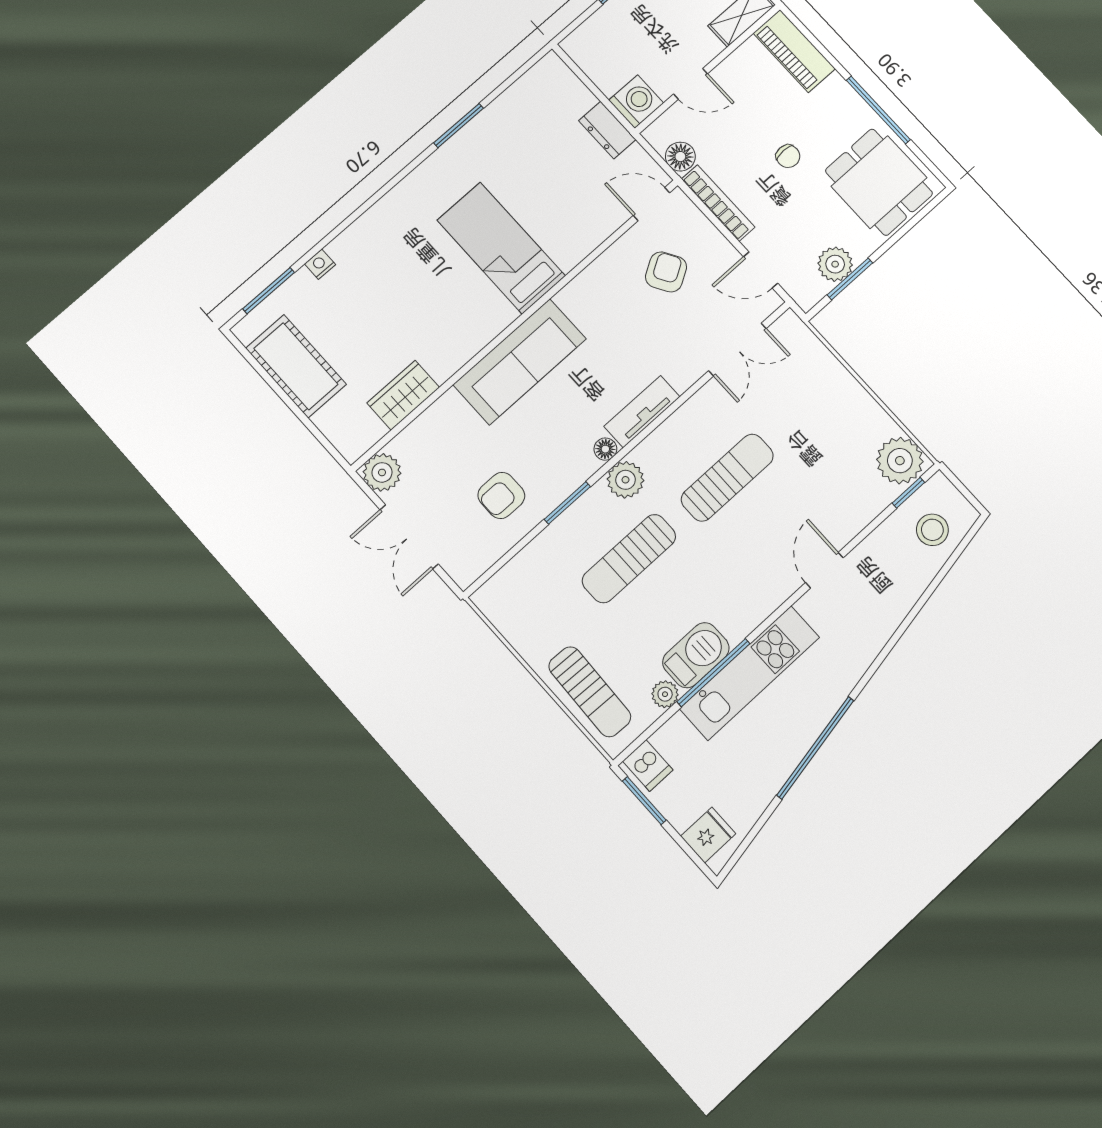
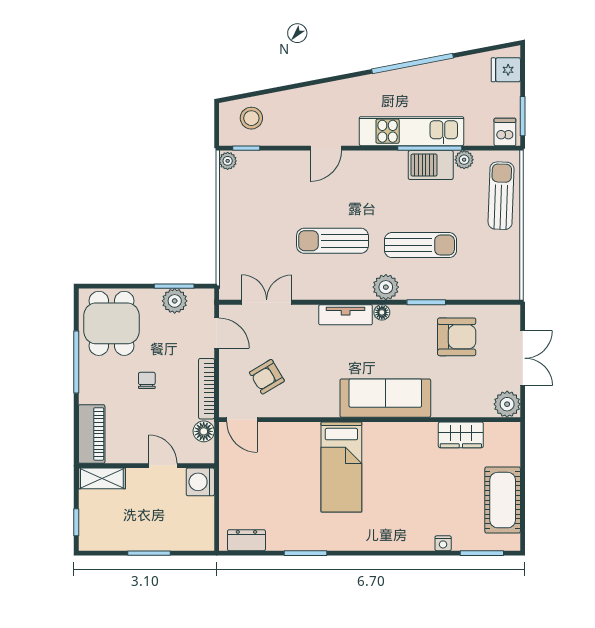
dresser: (607, 130) -> (246, 540), moved, turned -90
plant: (900, 461) -> (228, 161), width x0.53, depth x0.53
armchair: (501, 495) -> (457, 337), width x1.38, depth x1.38

